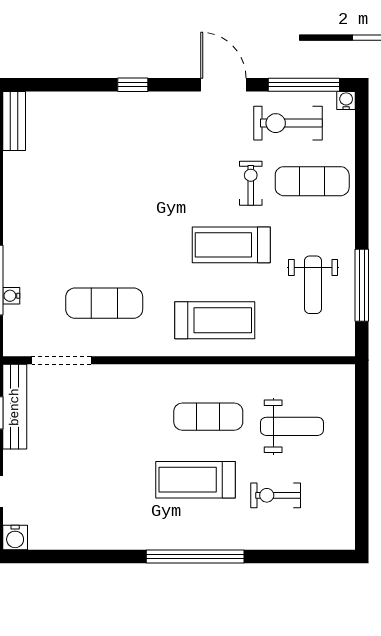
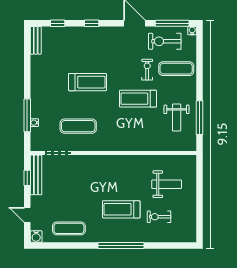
window: (60, 85) -> (58, 23), added
treadmill: (215, 320) -> (88, 82), moved
exercise mat: (208, 417) -> (69, 228), moved

